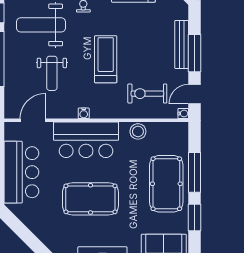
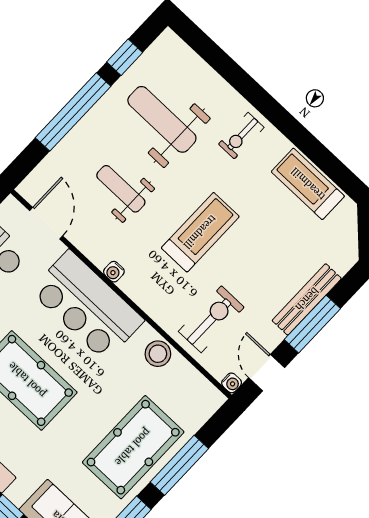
weight bench: (52, 73) -> (121, 189), turned 90
exercise bike: (147, 94) -> (211, 319), turned 90
door: (195, 94) -> (267, 373), hinge flipped
door: (33, 120) -> (46, 223), hinge flipped

